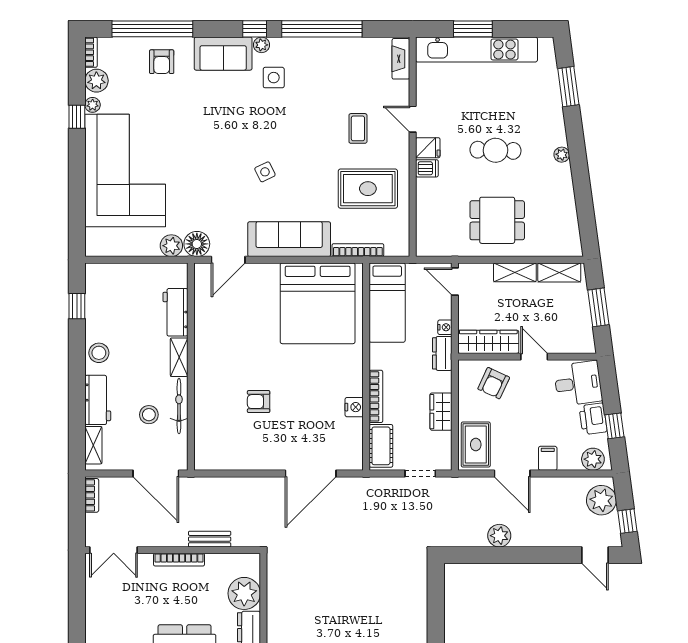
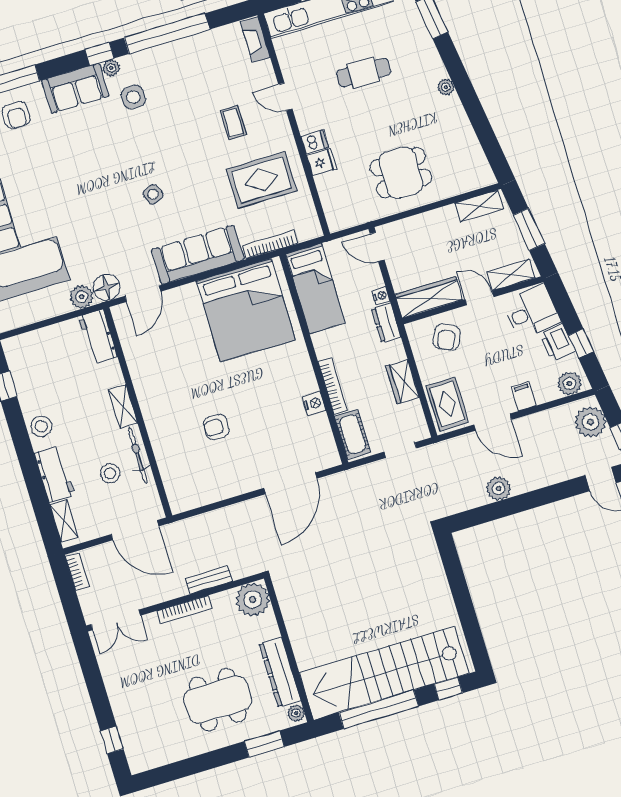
fridge: (428, 148) -> (322, 162), moved
cafe table: (495, 150) -> (363, 73), moved
shelving: (515, 272) -> (511, 275), moved
workbench: (175, 312) -> (98, 337), moved
plant: (244, 593) -> (253, 600), moved

